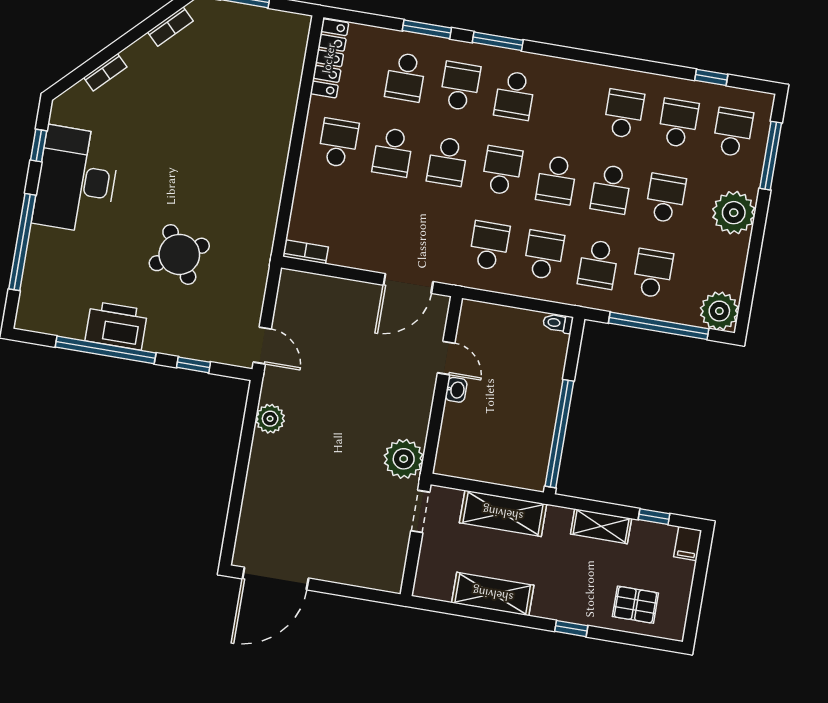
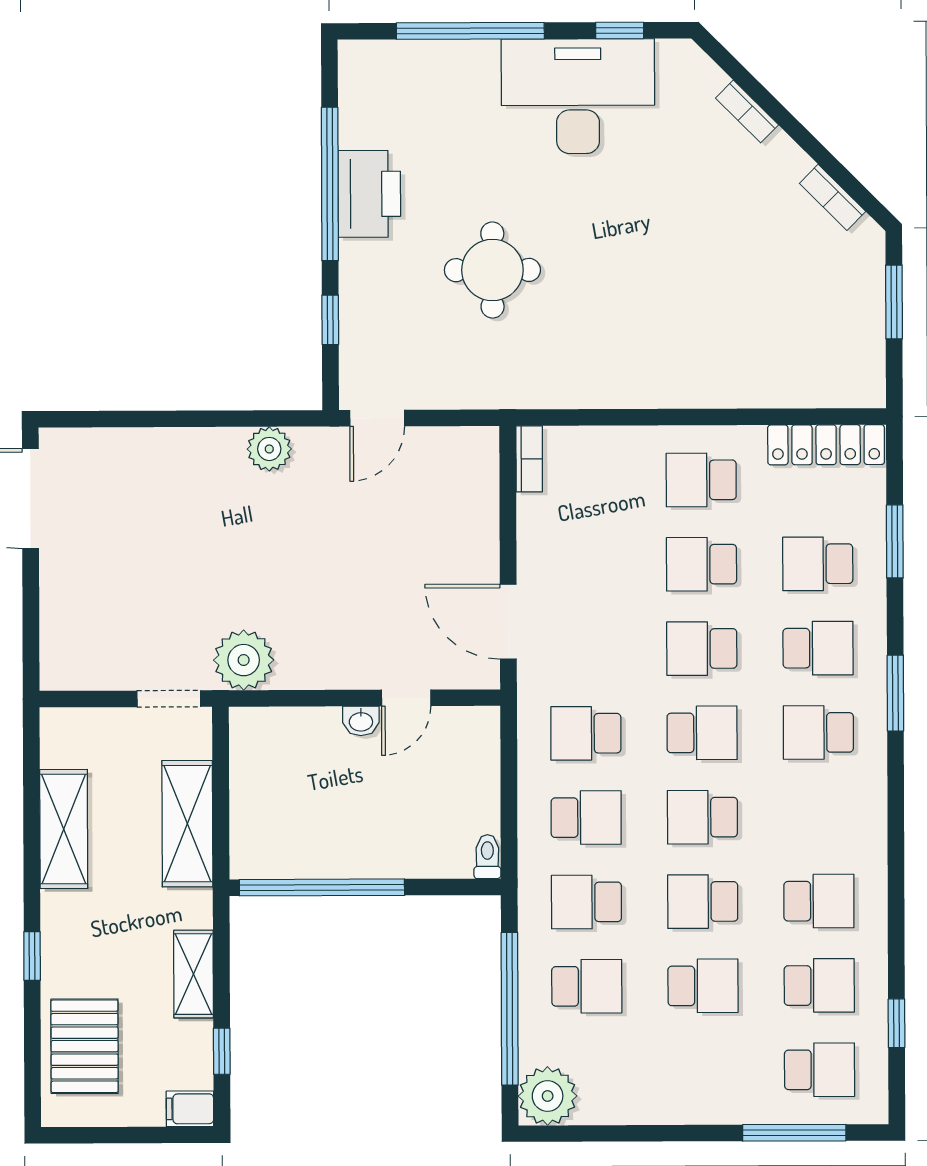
window: (427, 29) -> (895, 541), moved
school desk: (338, 143) -> (701, 480), turned 180
plant: (734, 213) -> (699, 1092), removed
school desk: (489, 246) -> (586, 733), turned 180
round table: (179, 254) -> (492, 270), turned 31
pallet: (635, 605) -> (85, 1046), width x1.50, depth x1.42

